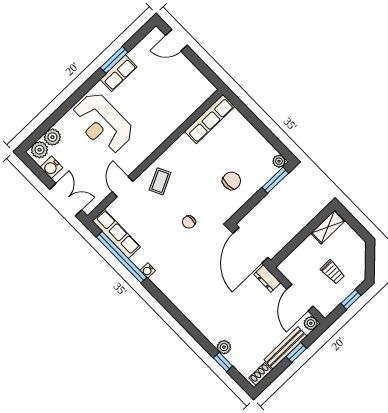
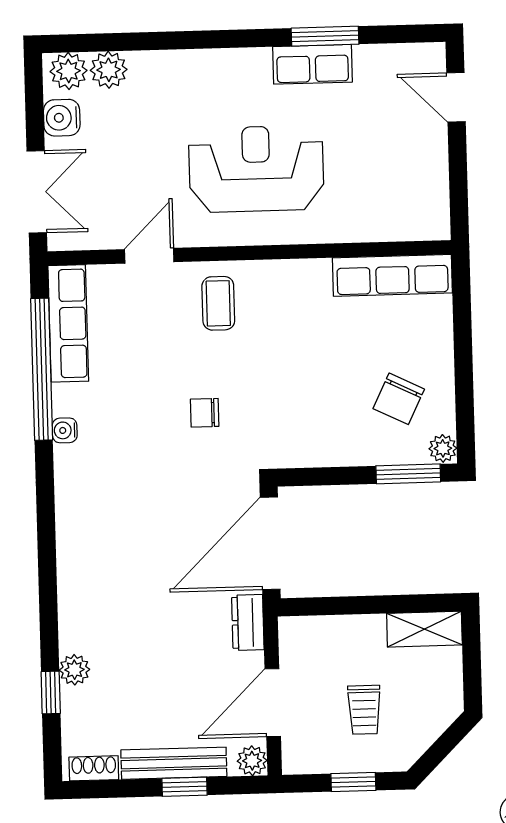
reception desk: (102, 123) -> (256, 169), moved, turned 90
coffee table: (160, 181) -> (218, 303), turned -64
chair: (232, 181) -> (399, 399), moved, turned 116

